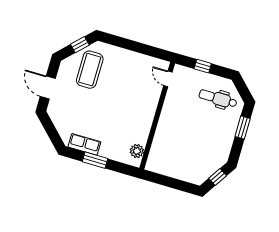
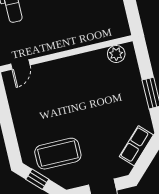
row of seats: (84, 144) -> (136, 146), moved, turned 45

